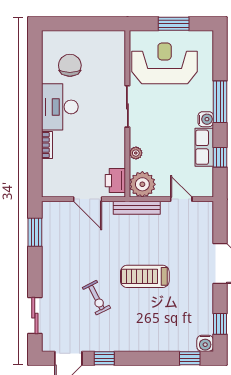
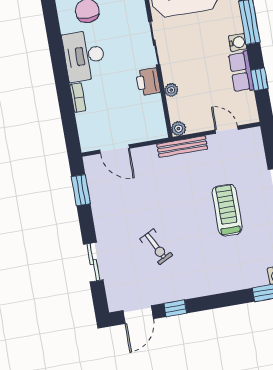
printer: (115, 181) -> (148, 82), moved
plant: (142, 184) -> (179, 129), width x0.53, depth x0.53
door: (88, 199) -> (115, 149), moved
treadmill: (145, 276) -> (227, 210), moved, turned 90
sliding door: (35, 316) -> (93, 262), moved

